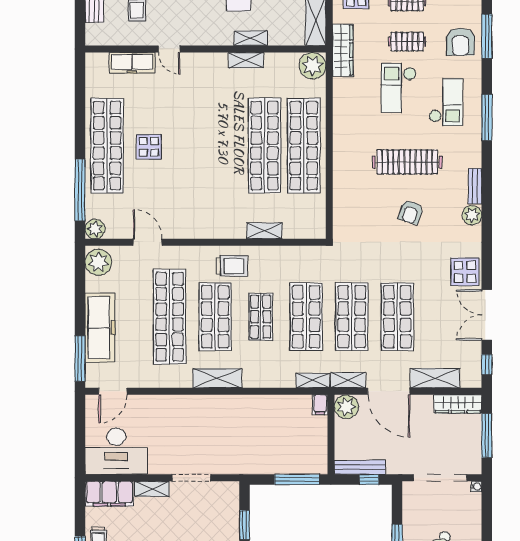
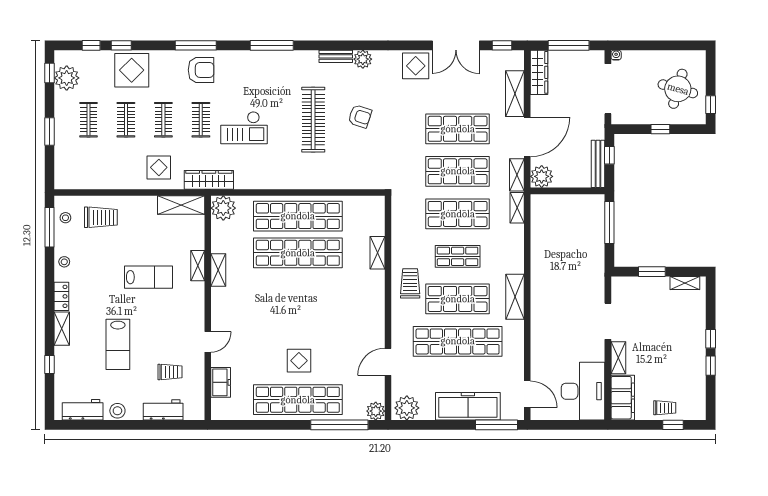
freezer: (132, 63) -> (221, 382), width x0.71
checkout: (446, 102) -> (257, 84), removed
filing cabinet: (320, 405) -> (540, 201), removed

